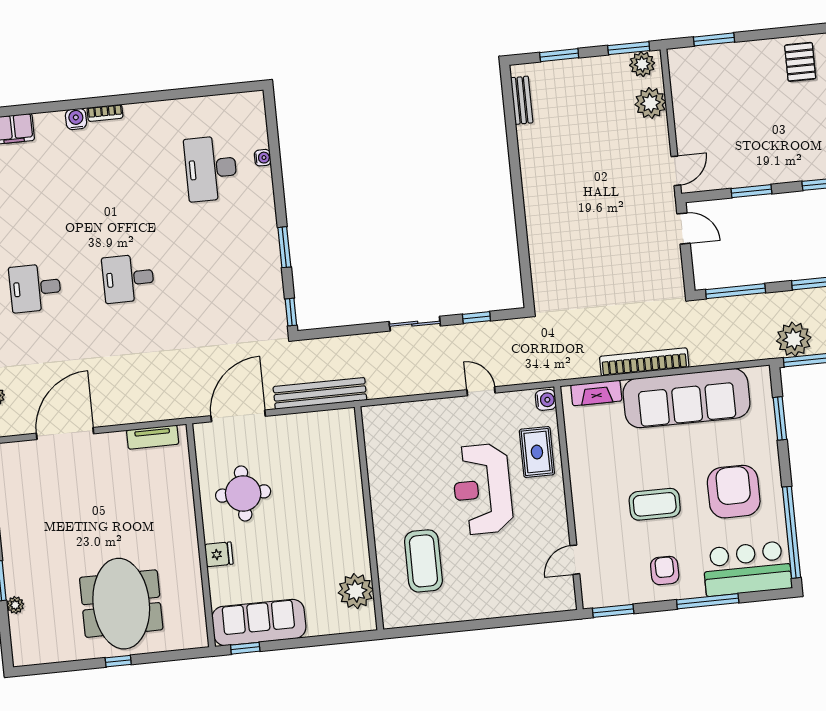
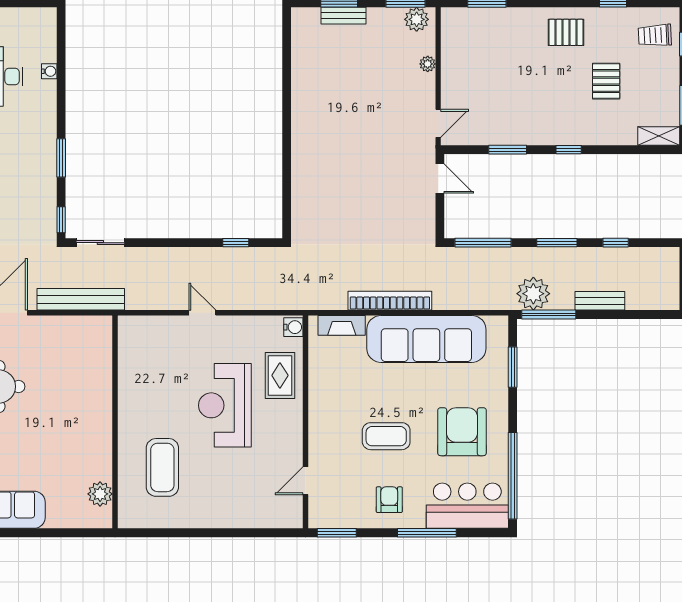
pallet: (800, 62) -> (566, 32), turned 90
bench: (522, 100) -> (343, 16), moved, turned 90
plant: (650, 103) -> (428, 64), width x0.53, depth x0.53
sliding door: (415, 324) -> (100, 243), moved
door: (481, 391) -> (202, 313), moved
plant: (356, 591) -> (100, 494), width x0.73, depth x0.73

